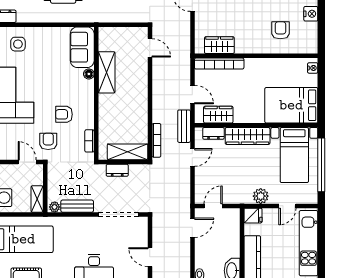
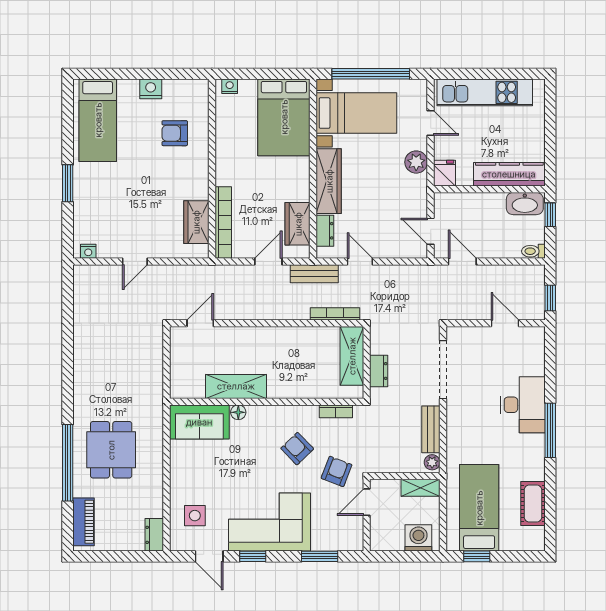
armchair: (64, 114) -> (297, 449), turned 136
armchair: (48, 141) -> (337, 471), turned 111
door: (150, 257) -> (505, 323), swing flipped

